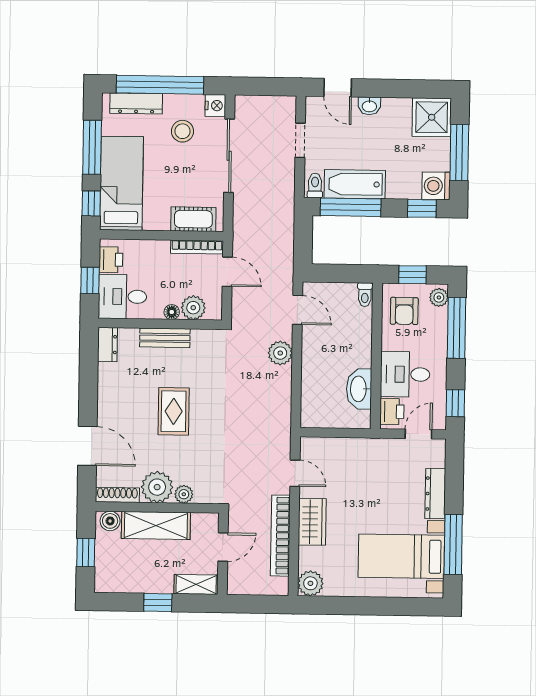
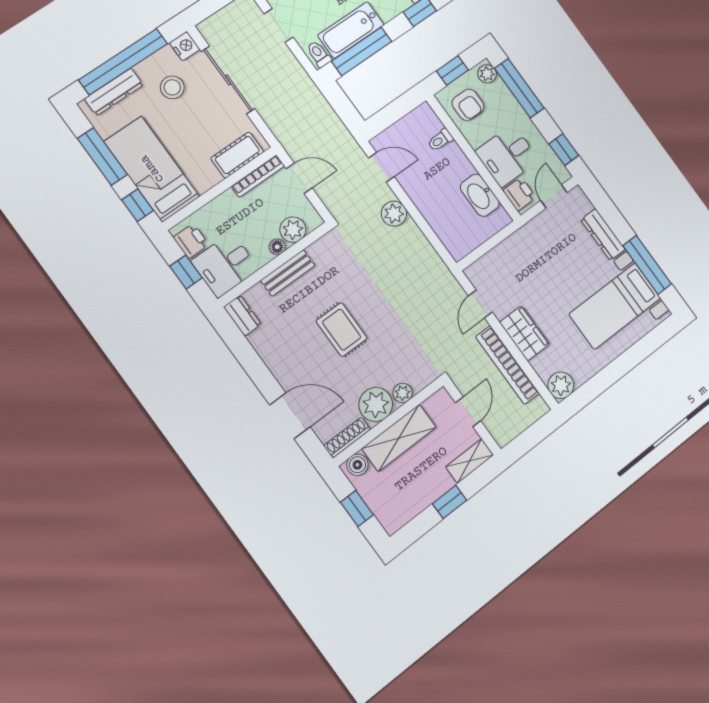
toilet: (365, 295) -> (440, 140), moved, turned 90
door: (295, 473) -> (480, 304), swing flipped

